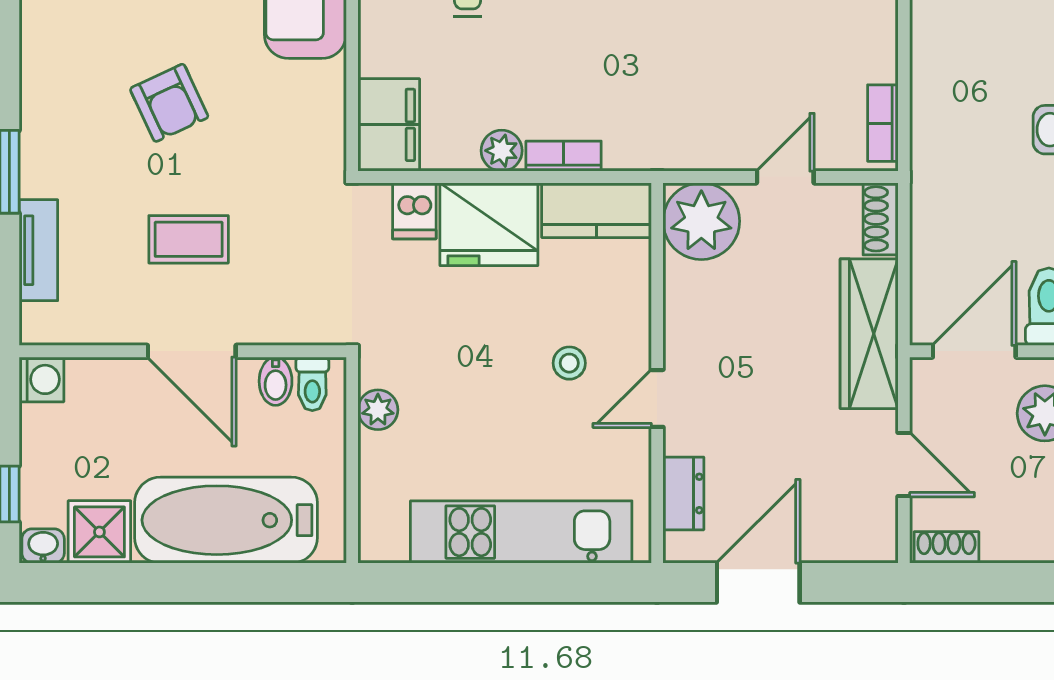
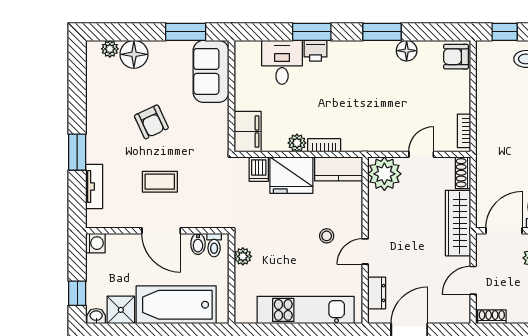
door: (904, 464) -> (473, 280), swing flipped

